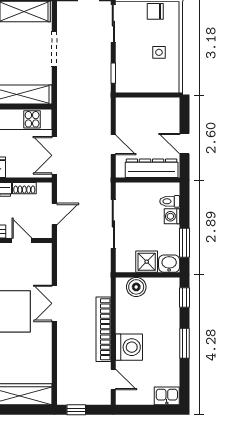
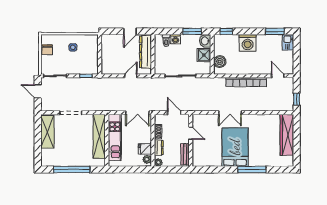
door: (22, 241) -> (191, 133), swing flipped
window: (184, 343) -> (275, 31), moved
washing machine: (129, 347) -> (248, 43), moved, turned 180
door: (113, 380) -> (278, 76), hinge flipped

